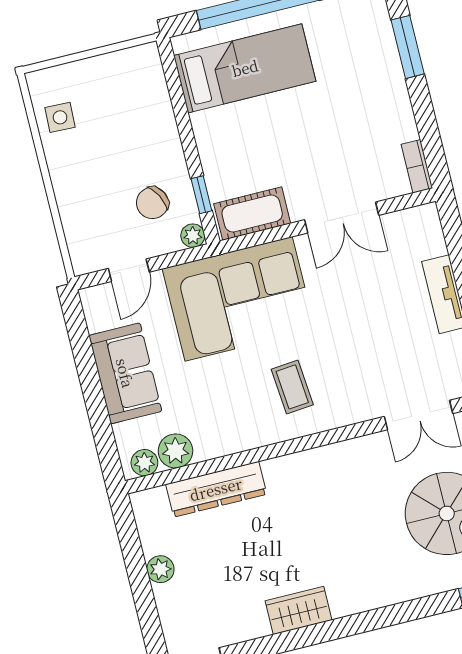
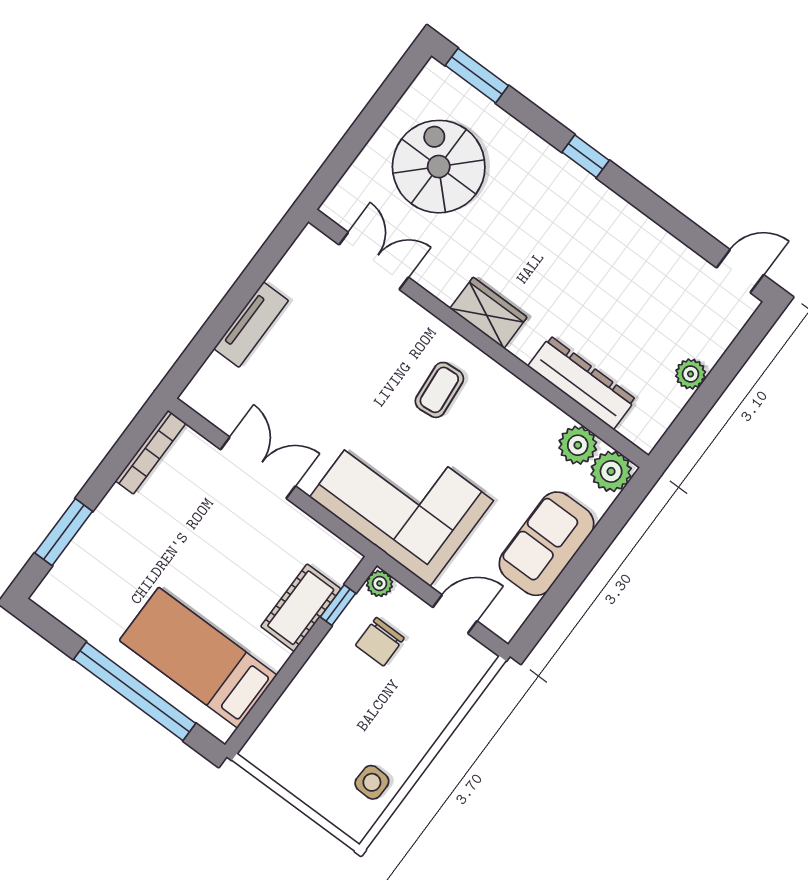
bookcase: (417, 166) -> (151, 452), width x1.56
chair: (152, 203) -> (380, 642), turned 118
cot: (252, 214) -> (301, 608), moved, turned 90
plant: (144, 463) -> (611, 471), width x1.38, depth x1.38
wardrobe: (298, 610) -> (488, 313), moved, turned 180
window: (370, 621) -> (586, 156), added

